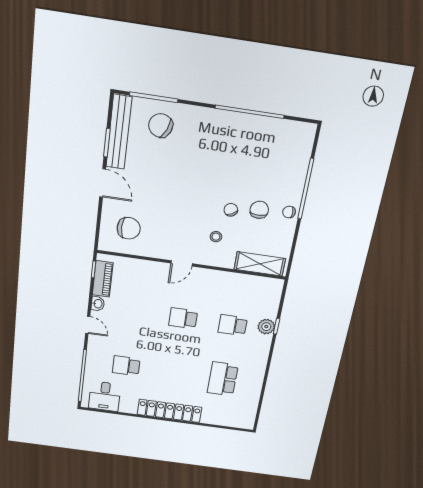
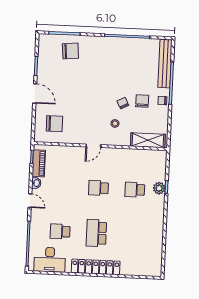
chair: (161, 126) -> (70, 51), turned 151
bench: (119, 132) -> (165, 64), moved
school desk: (223, 379) -> (96, 233), moved
desk: (105, 396) -> (50, 260), width x1.37

